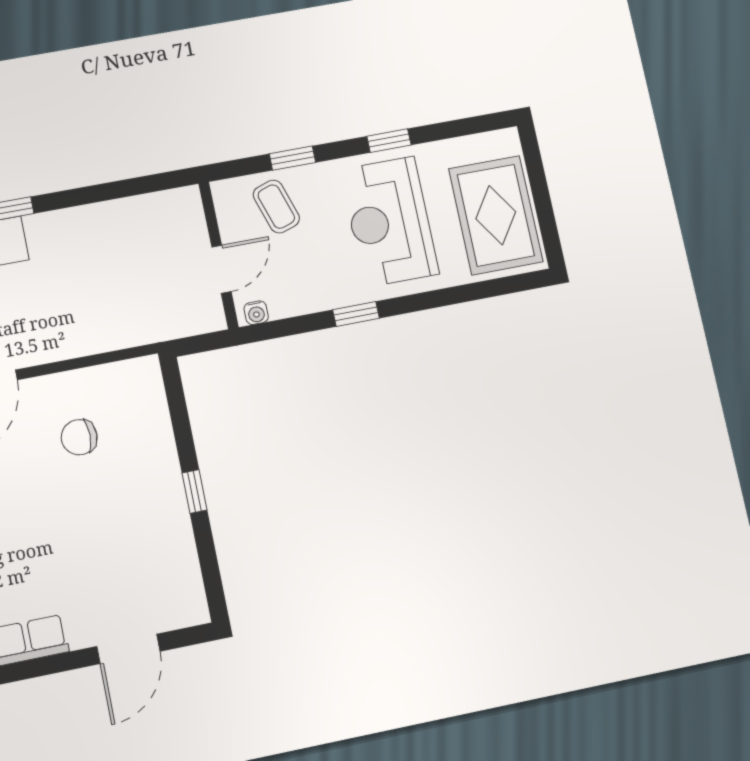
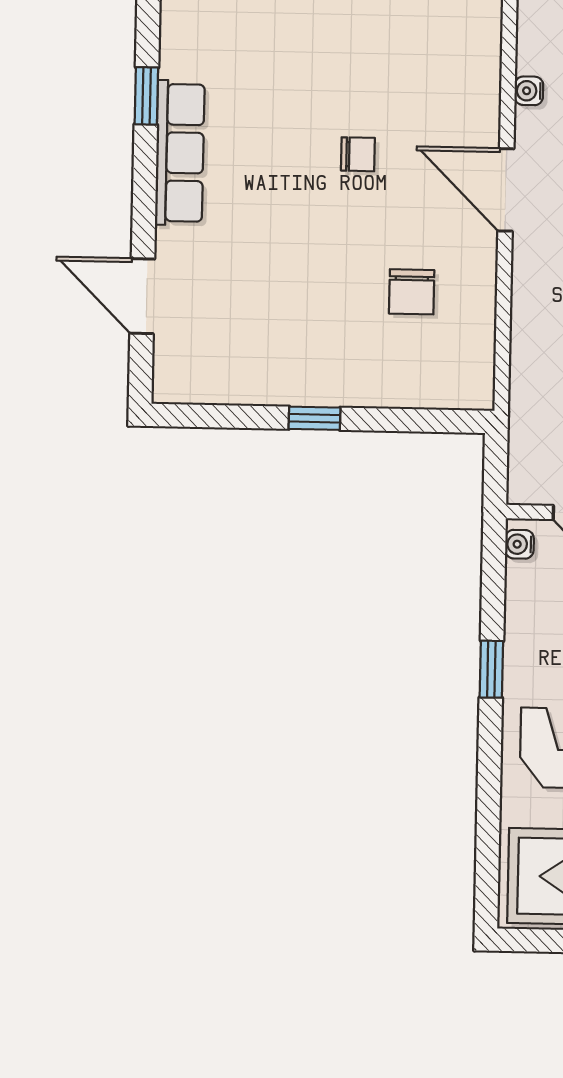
chair: (79, 437) -> (412, 292), turned 180

